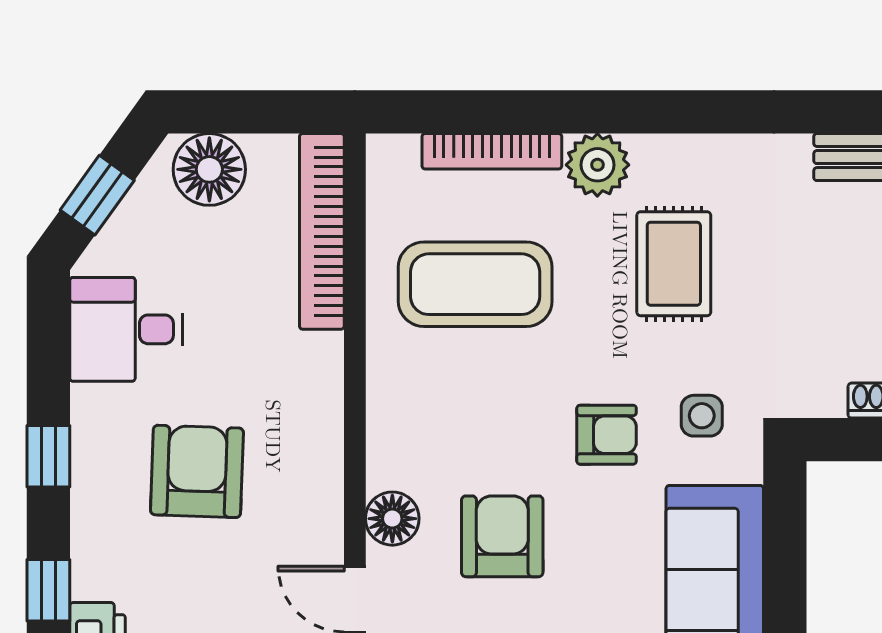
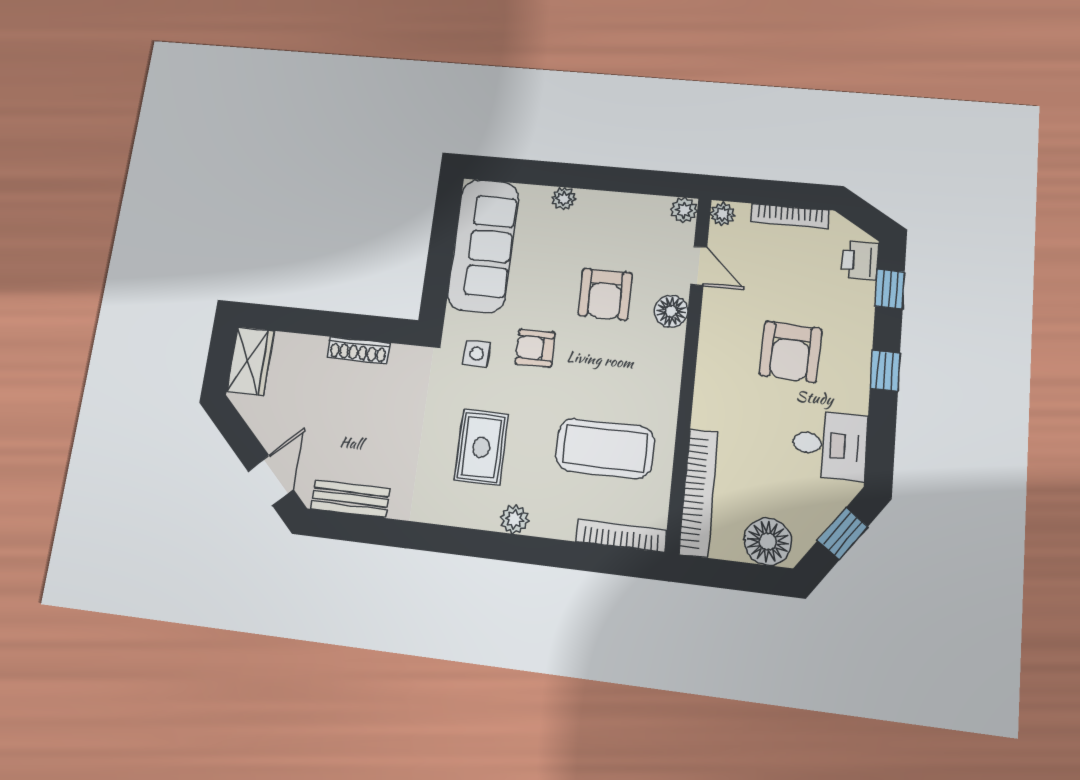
bookcase: (492, 151) -> (621, 536), moved
plant: (597, 165) -> (514, 519), width x0.73, depth x0.73

